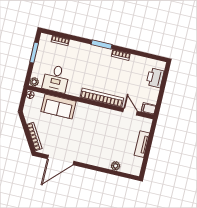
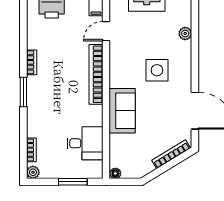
window: (34, 53) -> (73, 182), moved
plant: (34, 82) -> (33, 172), moved
sofa: (58, 106) -> (122, 111), moved
side table: (95, 140) -> (157, 70), added

